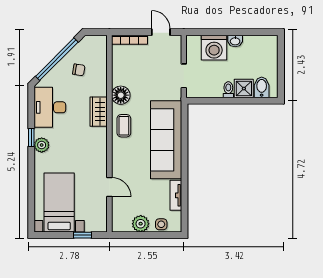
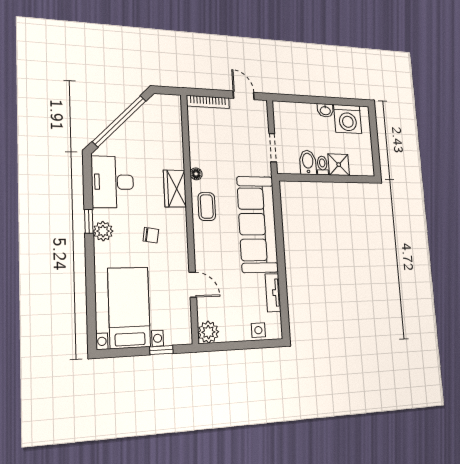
washing machine: (214, 48) -> (348, 119), moved
chair: (79, 70) -> (151, 235), moved
bidet: (262, 87) -> (308, 162), moved
floor lamp: (121, 95) -> (196, 174), width x0.53, depth x0.53
plant: (141, 224) -> (208, 332), moved

